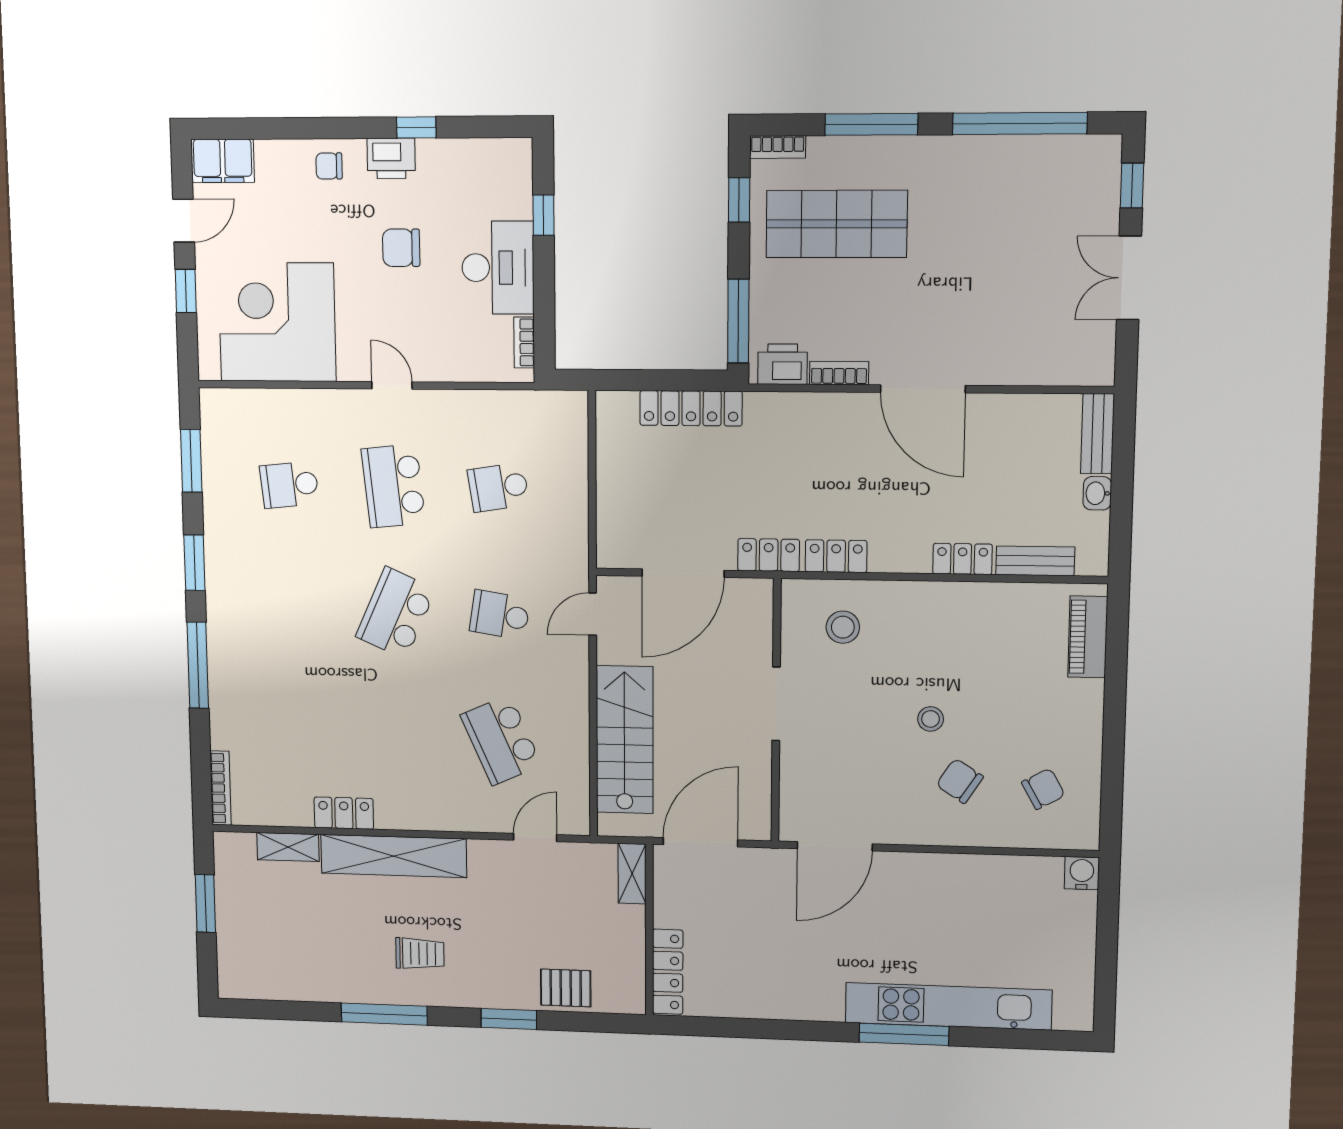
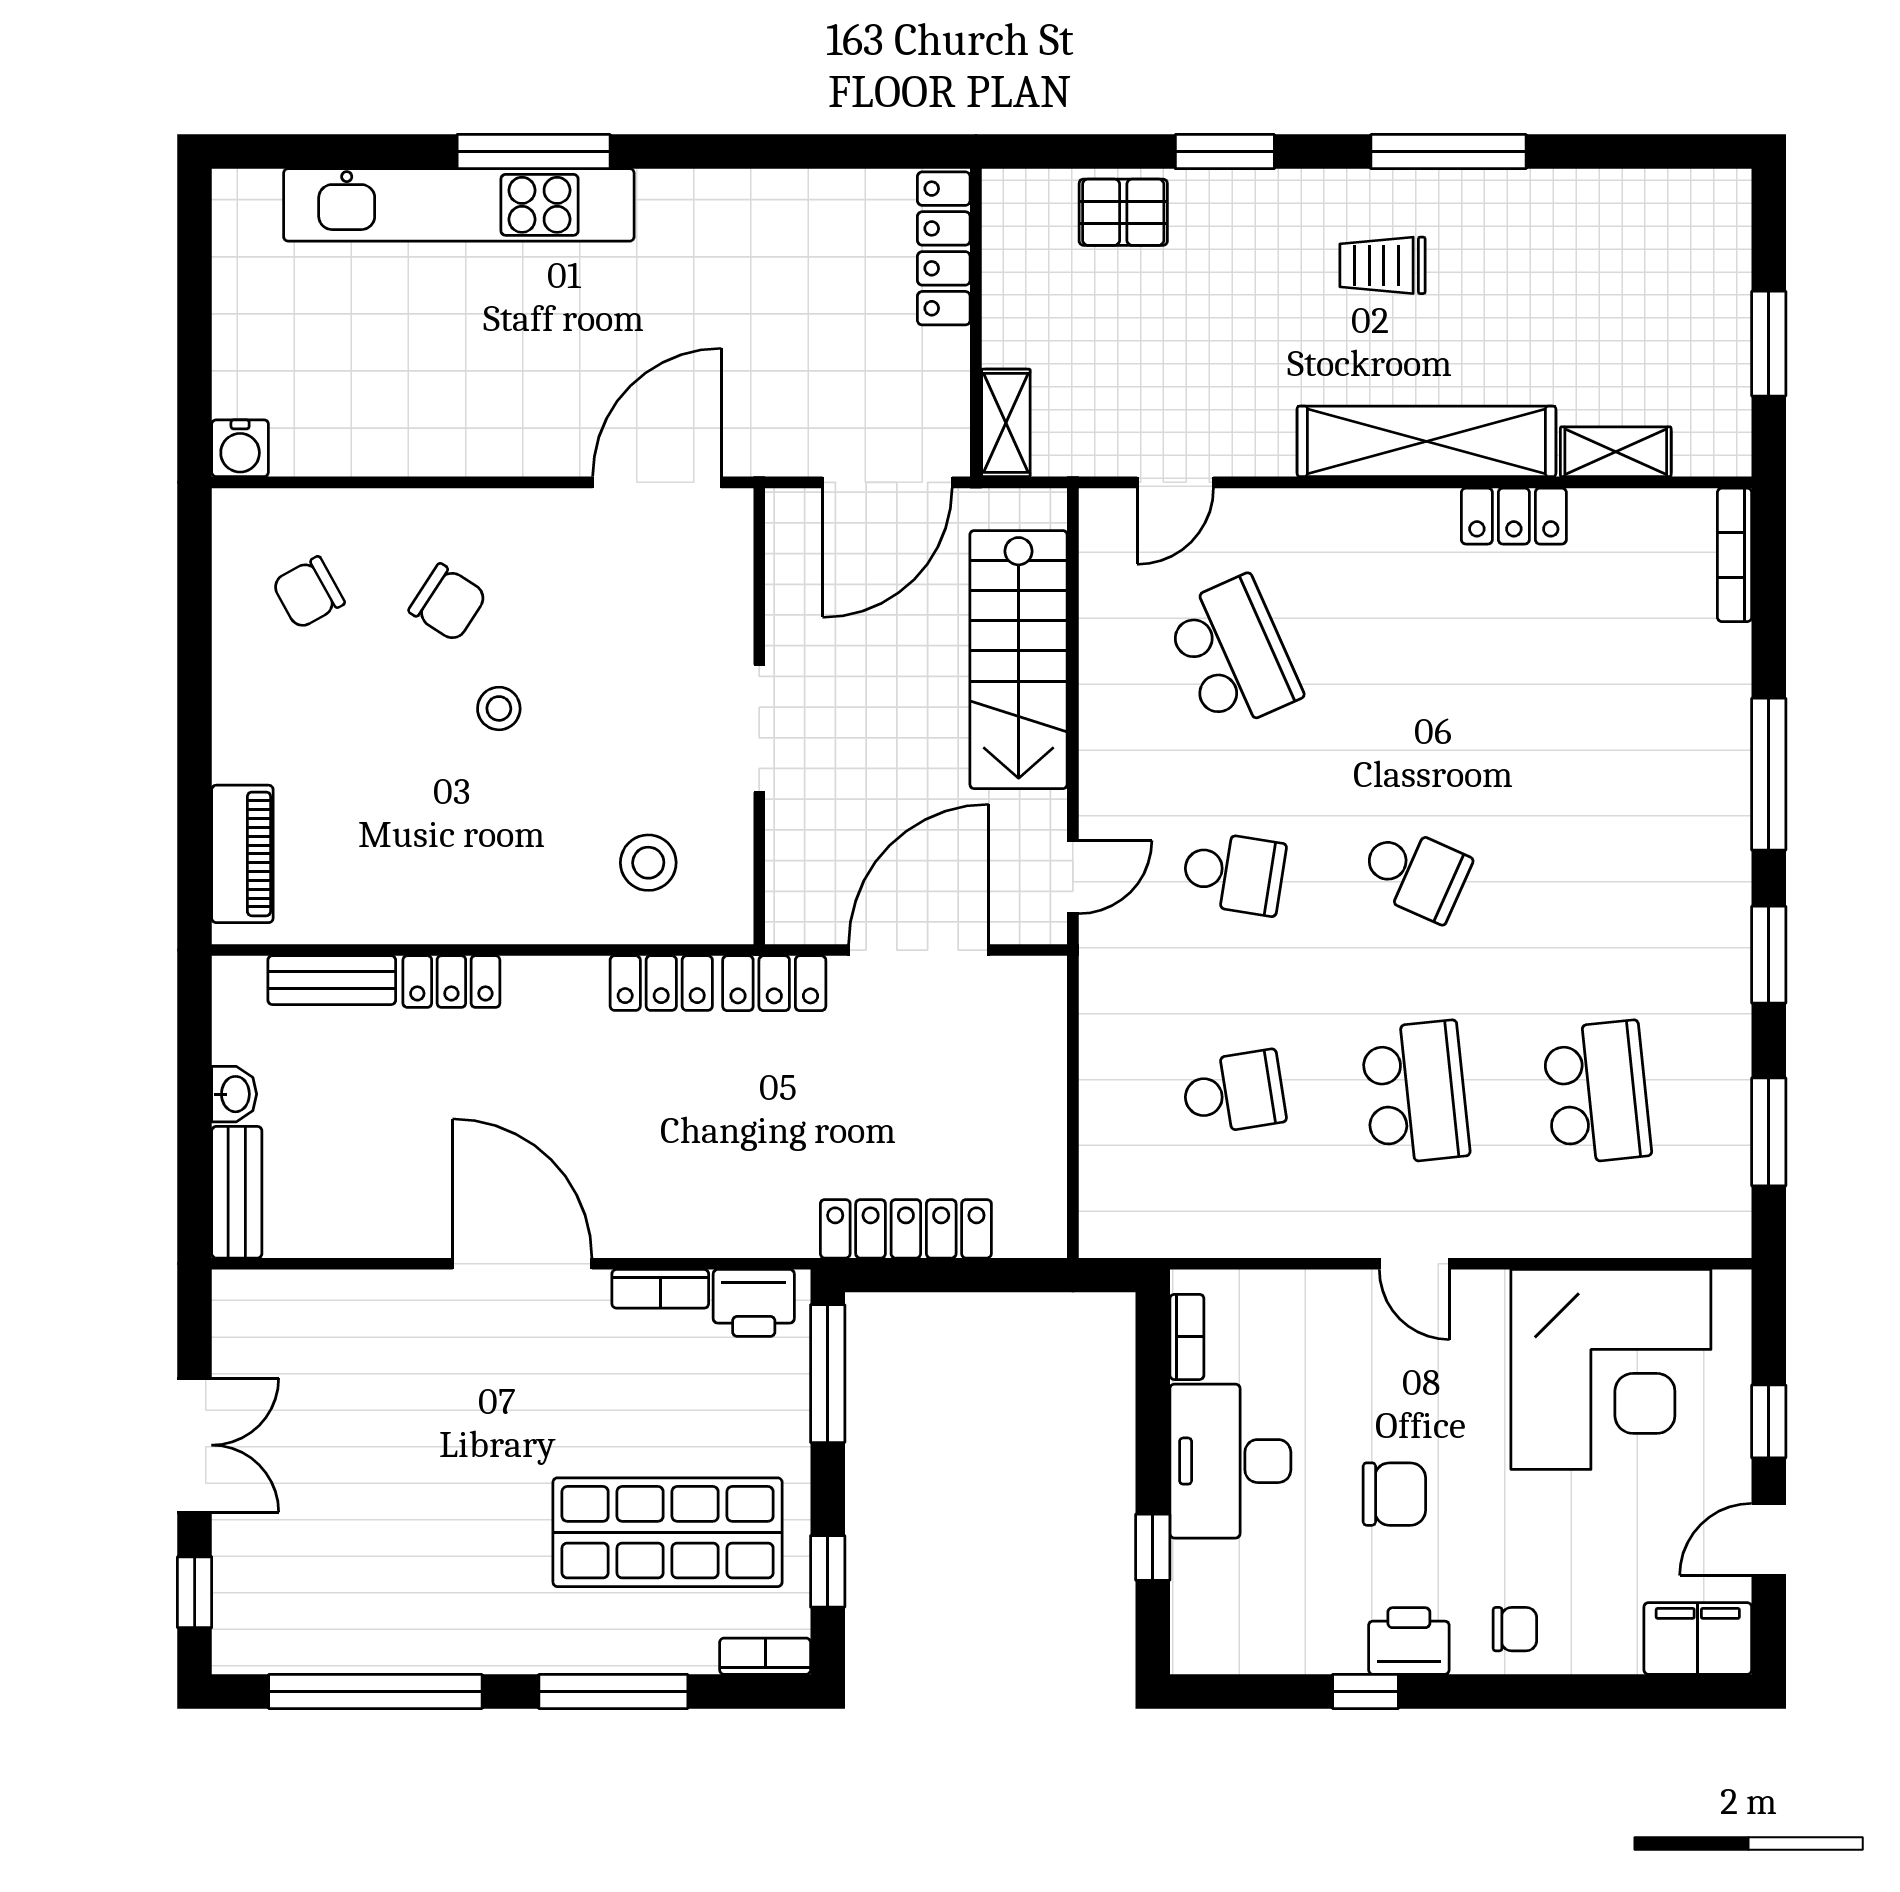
school desk: (289, 485) -> (1597, 1092), width x1.85
school desk: (396, 613) -> (1415, 873), width x0.54

